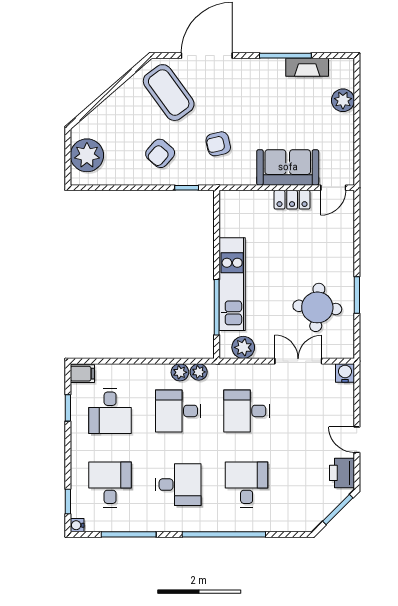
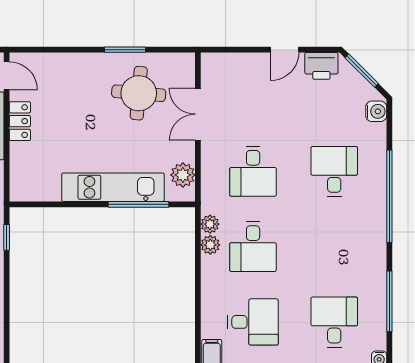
water cooler: (345, 373) -> (376, 111), moved, turned 180
desk: (110, 485) -> (334, 322), turned 90
desk: (178, 485) -> (334, 247), removed
desk: (247, 485) -> (334, 171), turned 90

